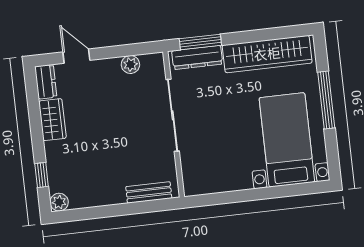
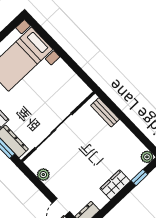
wardrobe: (52, 120) -> (115, 185), moved

